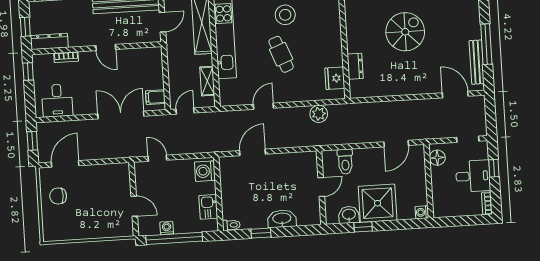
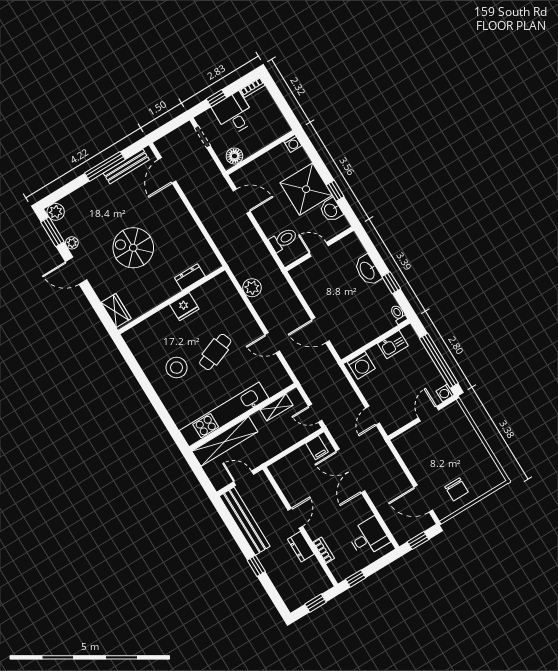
dresser: (49, 41) -> (301, 547), moved, width x0.70
fridge: (335, 78) -> (184, 307), moved
washing machine: (167, 228) -> (445, 393), moved

